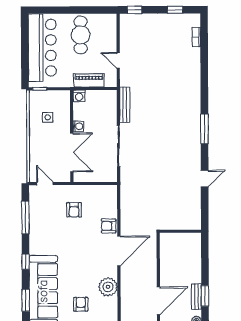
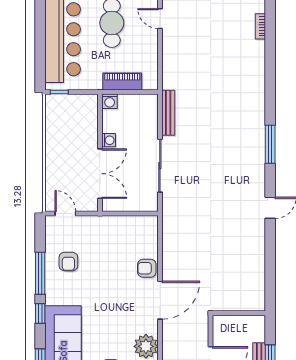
door: (118, 60) -> (160, 19), moved
side table: (48, 117) -> (69, 129), removed
armchair: (74, 210) -> (68, 261), moved
window: (25, 218) -> (40, 273), moved
wall: (180, 231) -> (239, 313), moved

